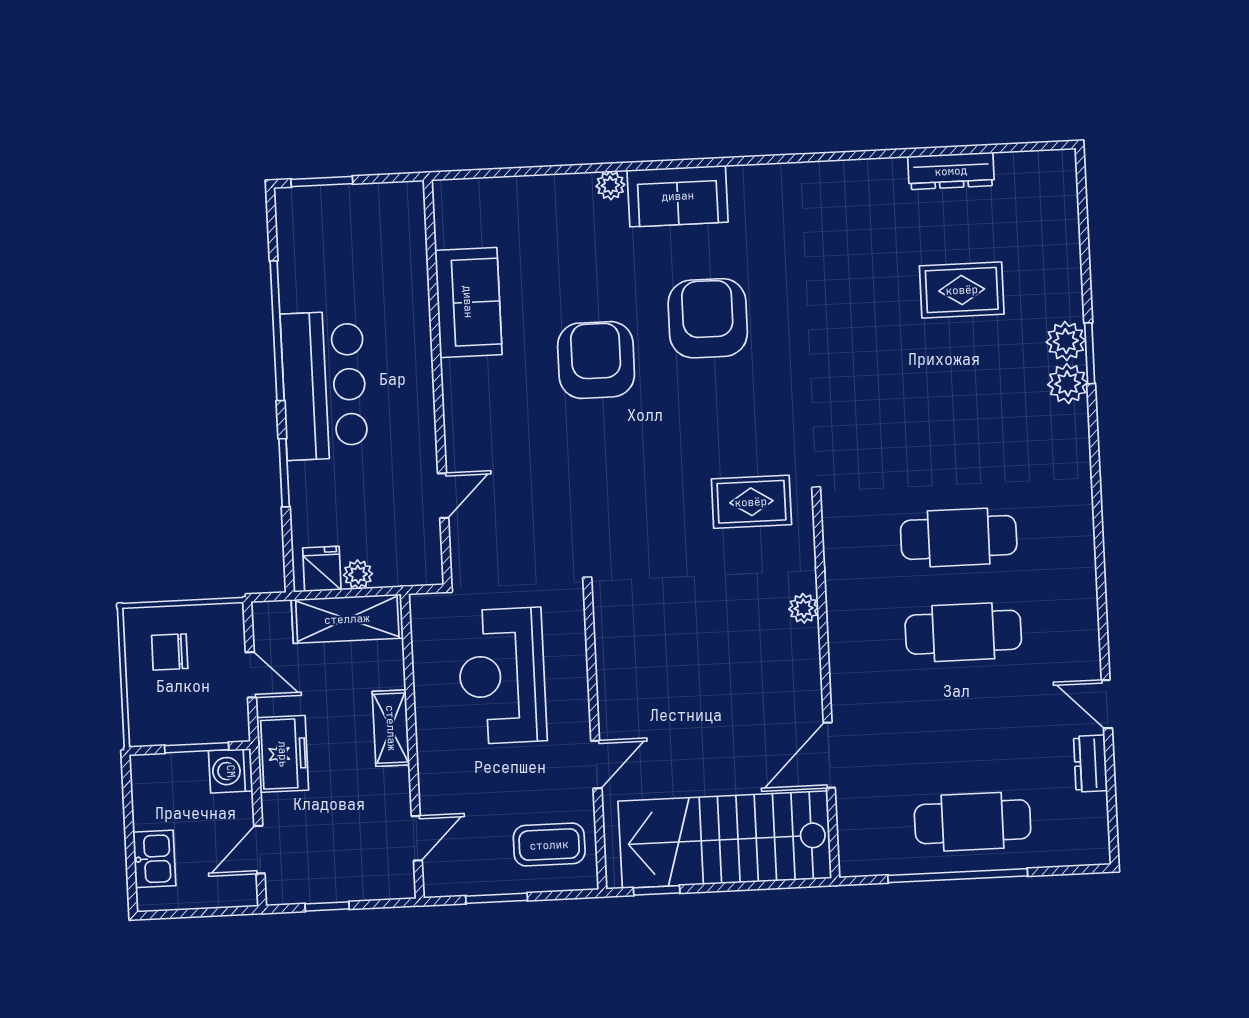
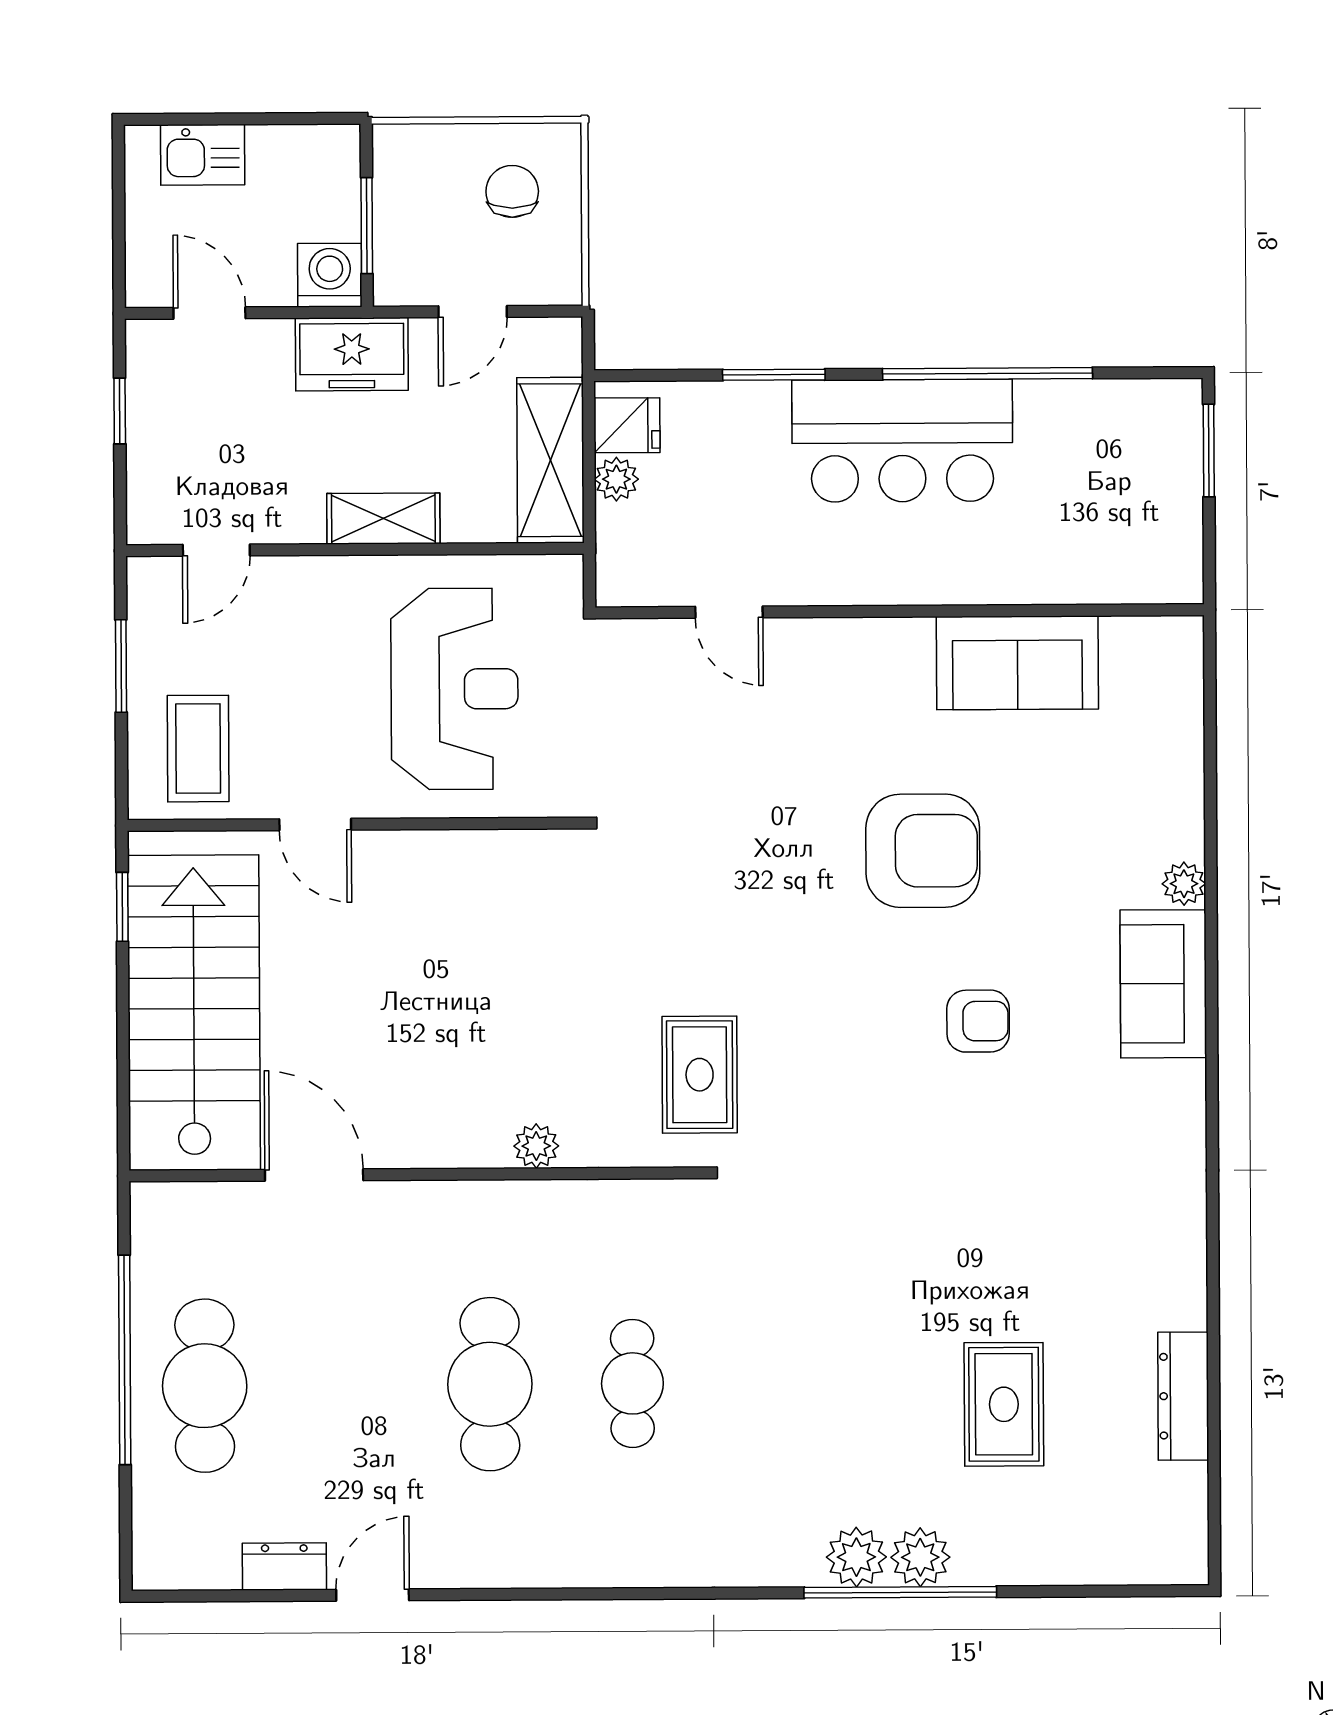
armchair: (708, 318) -> (978, 1021), width x0.53, depth x0.53
window: (1090, 353) -> (900, 1592), width x2.11
cafe table: (959, 537) -> (632, 1383), width x0.73, depth x0.74
reception desk: (502, 676) -> (454, 689), turned 90
door: (417, 838) -> (216, 550), hinge flipped

